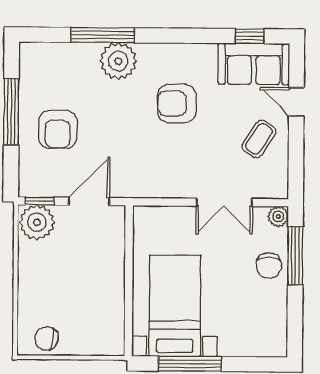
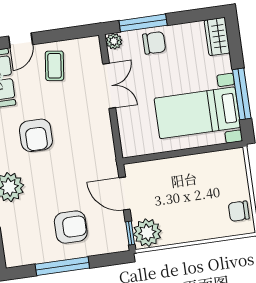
coffee table: (259, 139) -> (55, 66), turned 63
chair: (47, 339) -> (239, 211), turned 82
wardrobe: (265, 344) -> (217, 37), added

